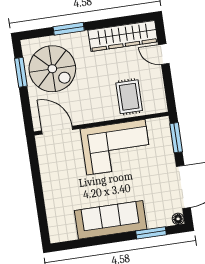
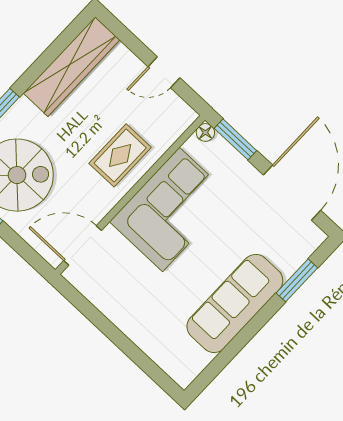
door: (164, 54) -> (164, 72), moved
rug: (129, 97) -> (120, 155), moved, turned 90
floor lamp: (178, 219) -> (205, 132), moved

